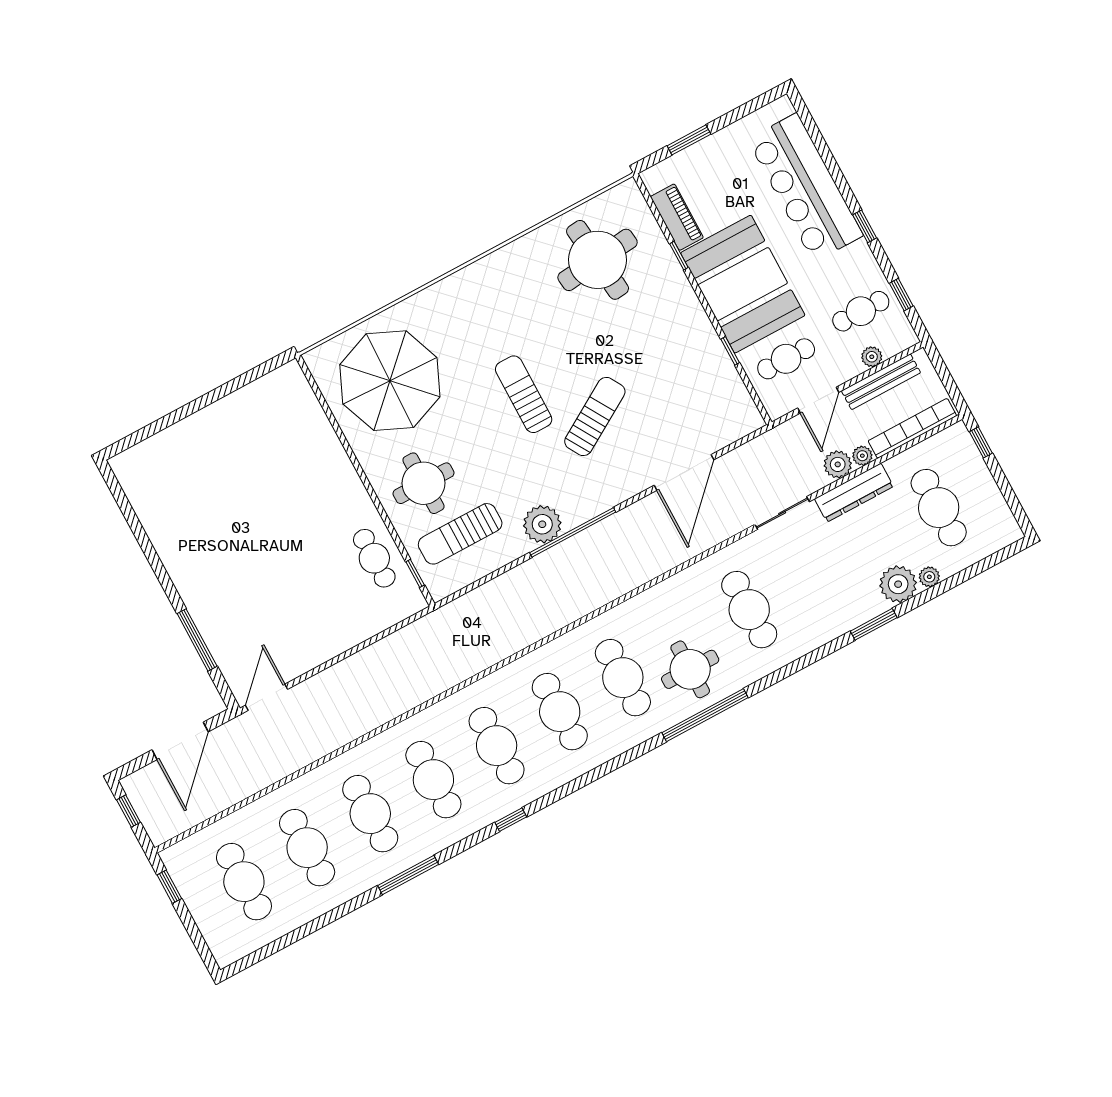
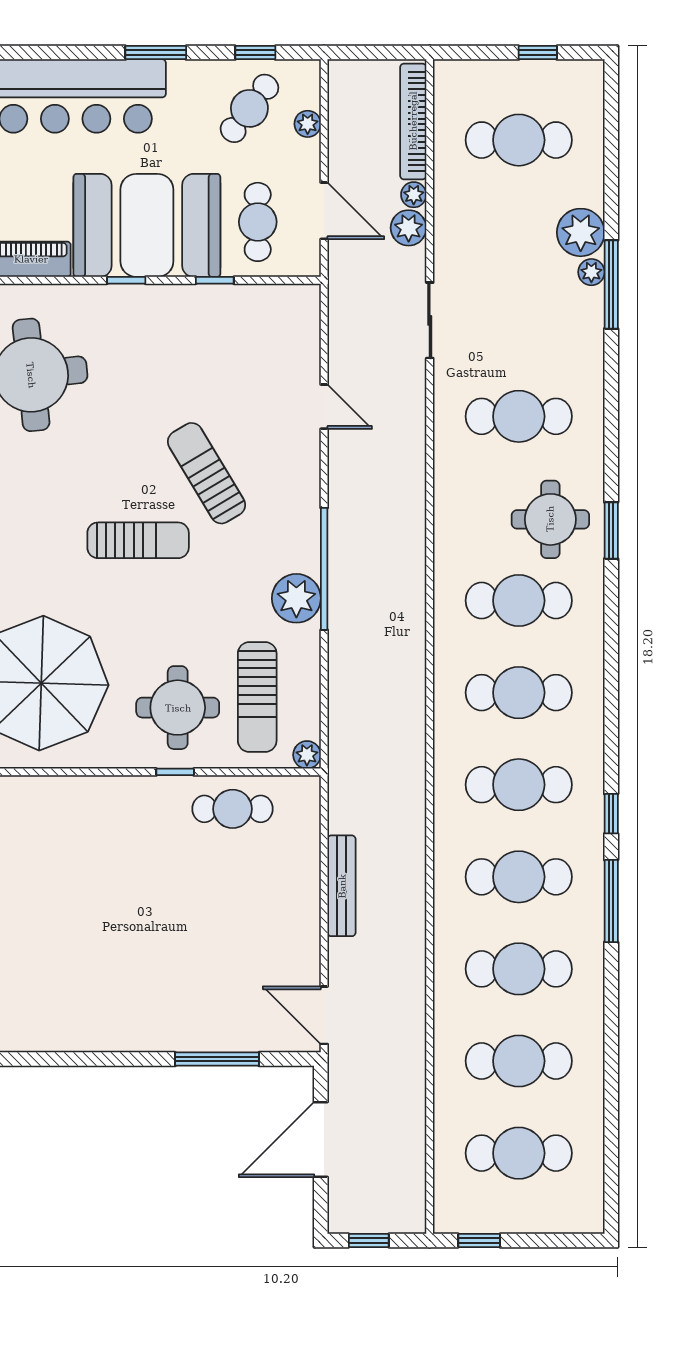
window: (865, 226) -> (156, 53), width x1.50
window: (679, 256) -> (126, 280), moved
cafe table: (861, 311) -> (249, 108), turned 37
bench: (881, 382) -> (342, 886), moved
sun lounger: (524, 394) -> (138, 540), turned 180
window: (981, 442) -> (538, 53), moved
door: (684, 473) -> (324, 407), width x0.53
dresser: (854, 493) -> (450, 227), removed
window: (415, 573) -> (175, 772), moved
plant: (929, 577) -> (591, 272), moved
plant: (439, 589) -> (307, 755), added
window: (874, 624) -> (611, 285), width x1.44
window: (705, 715) -> (611, 530), width x0.47
door: (180, 741) -> (321, 1140), swing flipped
window: (408, 875) -> (611, 901), moved

